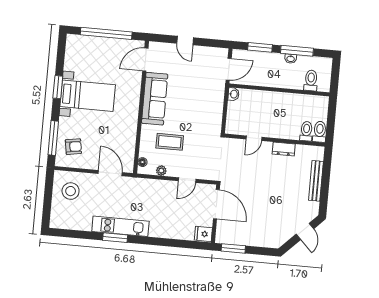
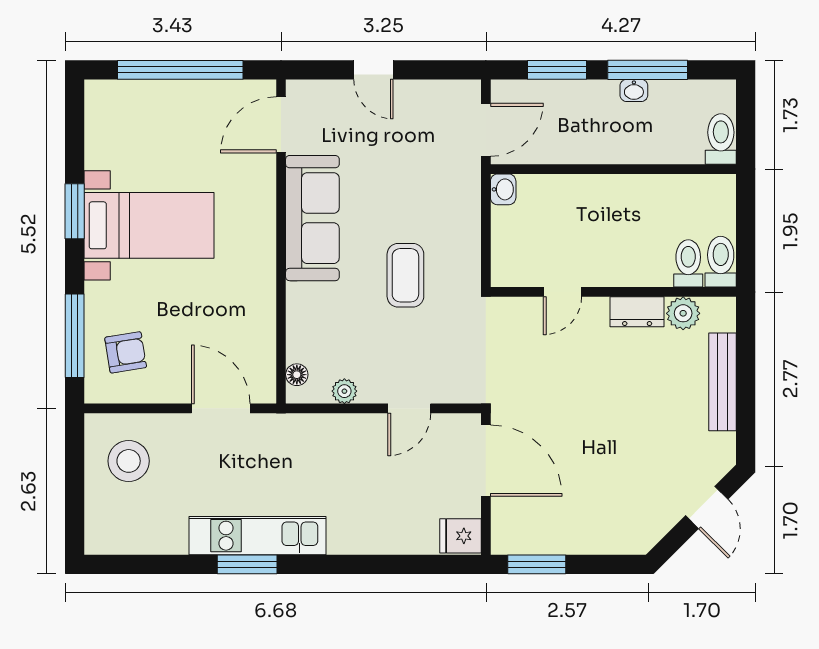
toilet: (311, 80) -> (721, 139), moved
coffee table: (170, 142) -> (405, 275), moved, turned 90
plant: (302, 151) -> (683, 313), added

